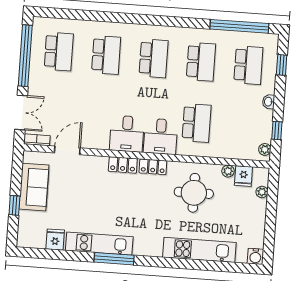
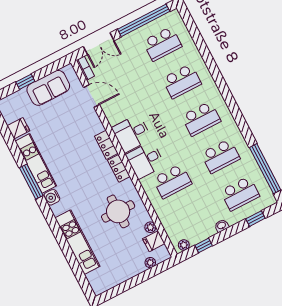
water cooler: (255, 256) -> (52, 197), moved

